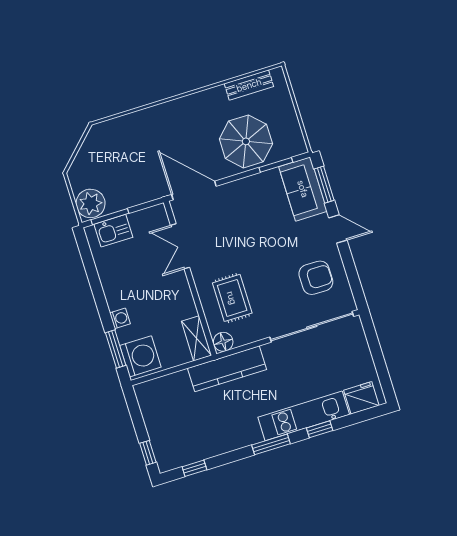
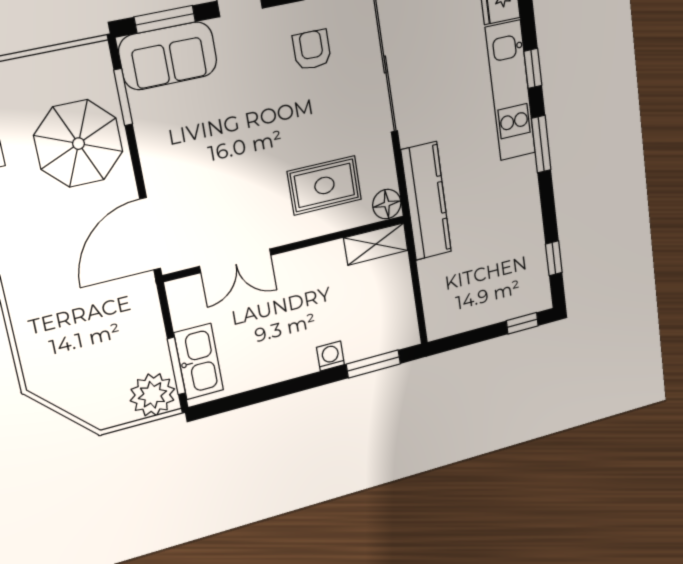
kitchen sink: (113, 231) -> (199, 362), width x1.38
armchair: (316, 278) -> (312, 50), width x0.72, depth x0.72
washing machine: (140, 356) -> (389, 328), removed

